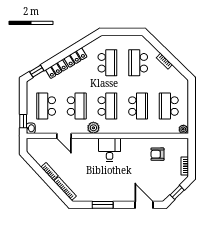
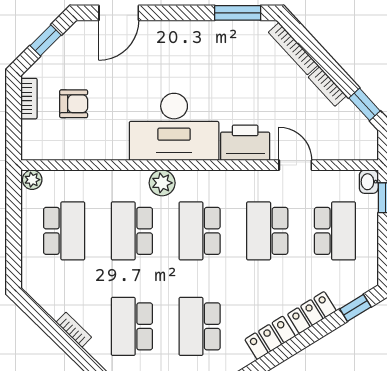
school desk: (138, 63) -> (132, 326), turned 180
plant: (93, 128) -> (162, 183), moved
printer: (87, 146) -> (245, 143), added
desk: (110, 150) -> (174, 127), width x1.87, depth x1.30
armchair: (157, 154) -> (74, 104), moved
window: (33, 163) -> (365, 104), added
window: (103, 205) -> (238, 13), moved
door: (144, 205) -> (119, 13), hinge flipped

